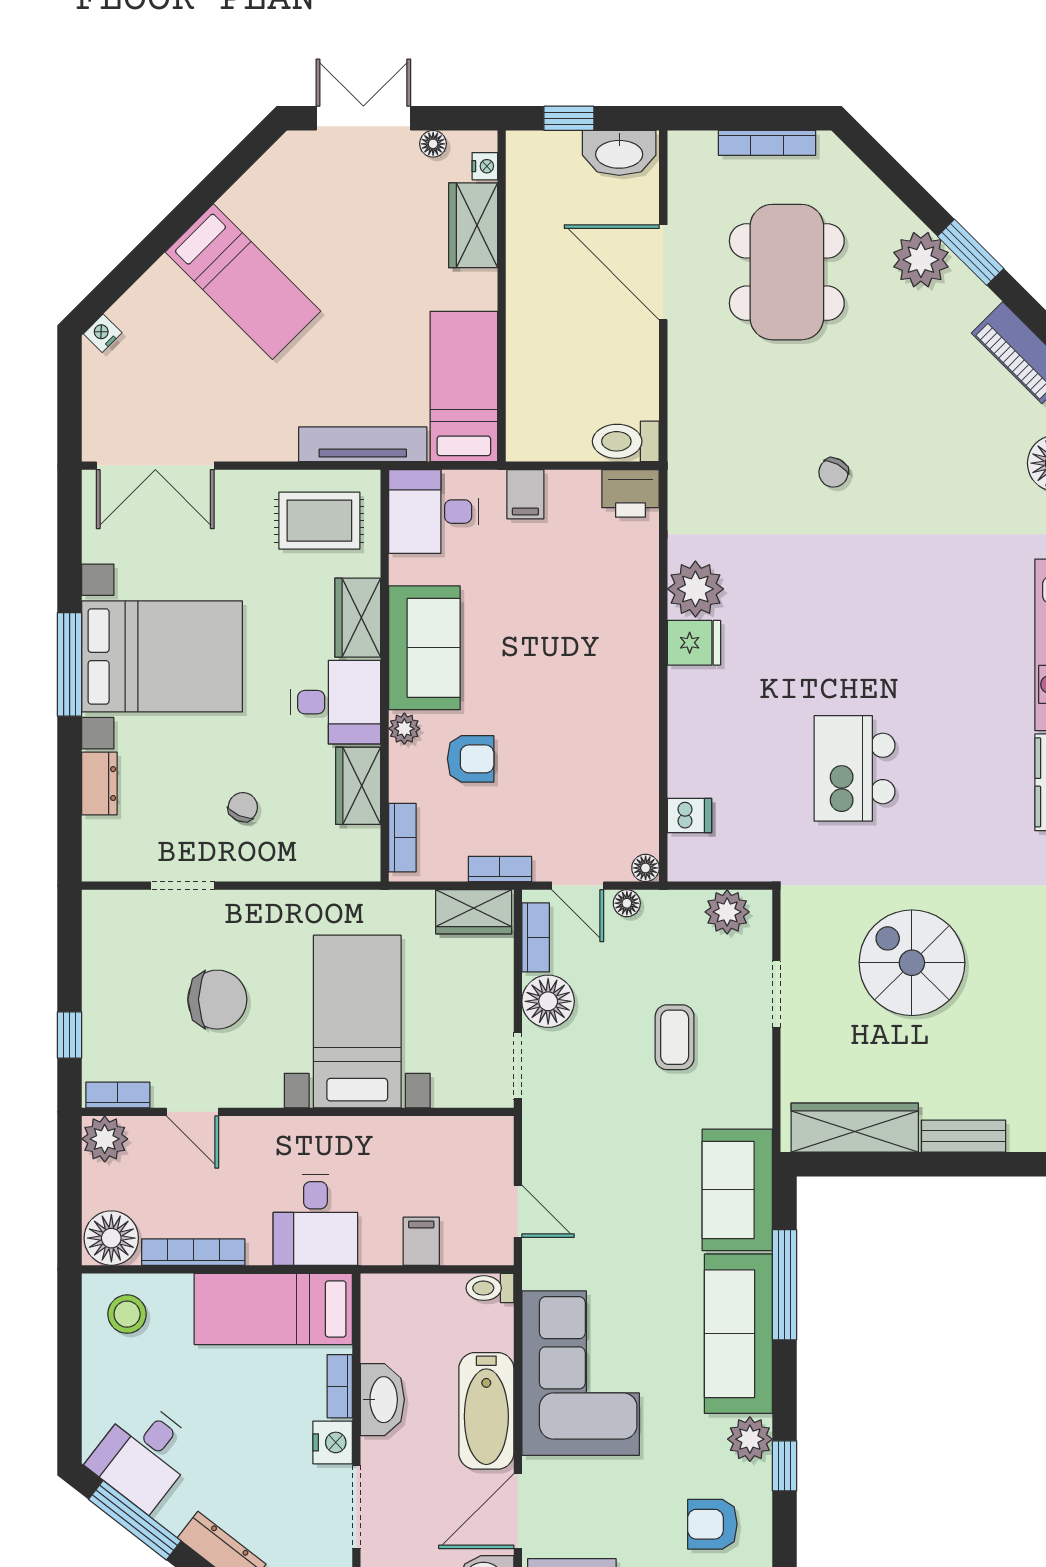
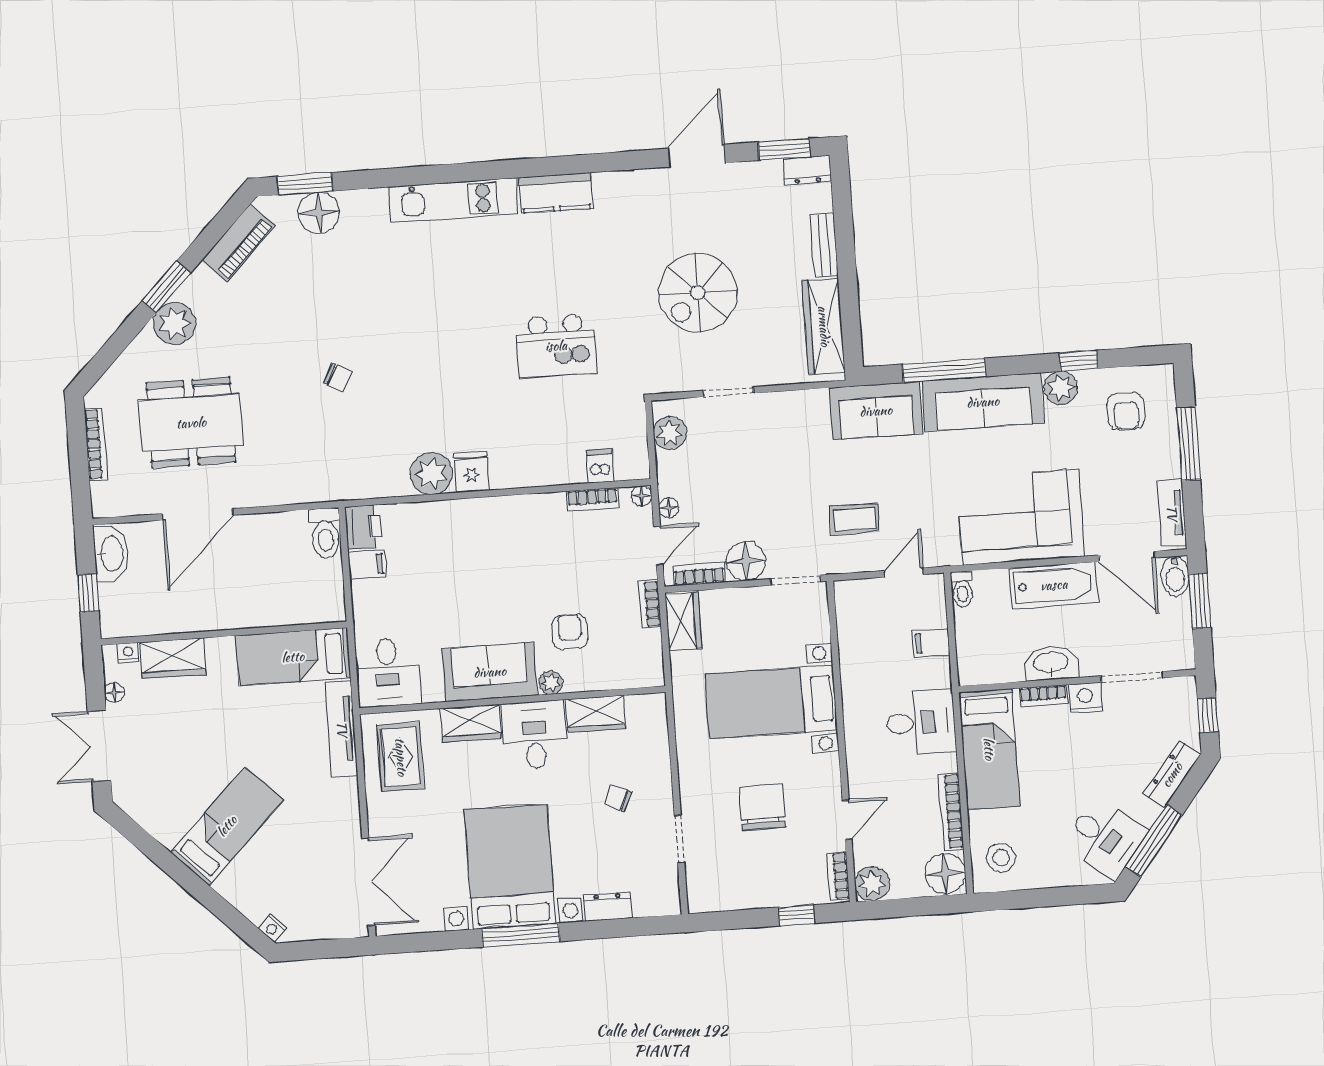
filing cabinet: (525, 494) -> (367, 564), moved
bookcase: (402, 838) -> (592, 499), moved, turned 180
coffee table: (675, 1037) -> (855, 519), moved

